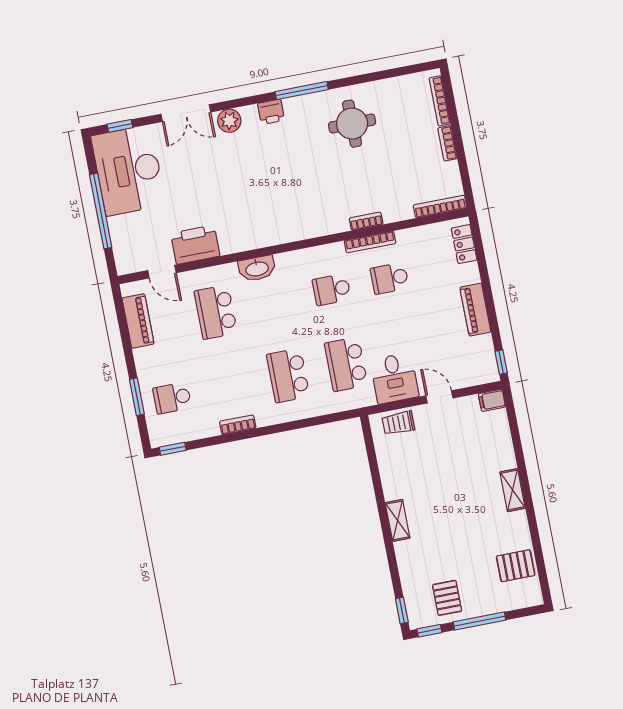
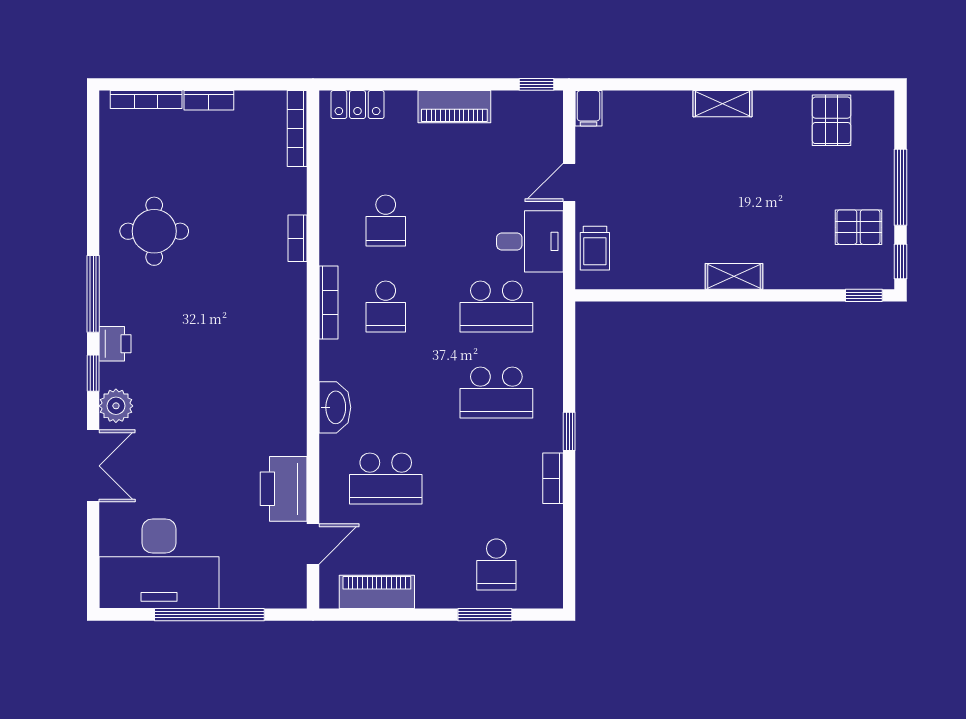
window: (120, 126) -> (93, 373), moved
bookcase: (370, 242) -> (328, 303), moved
window: (173, 449) -> (569, 431), moved

